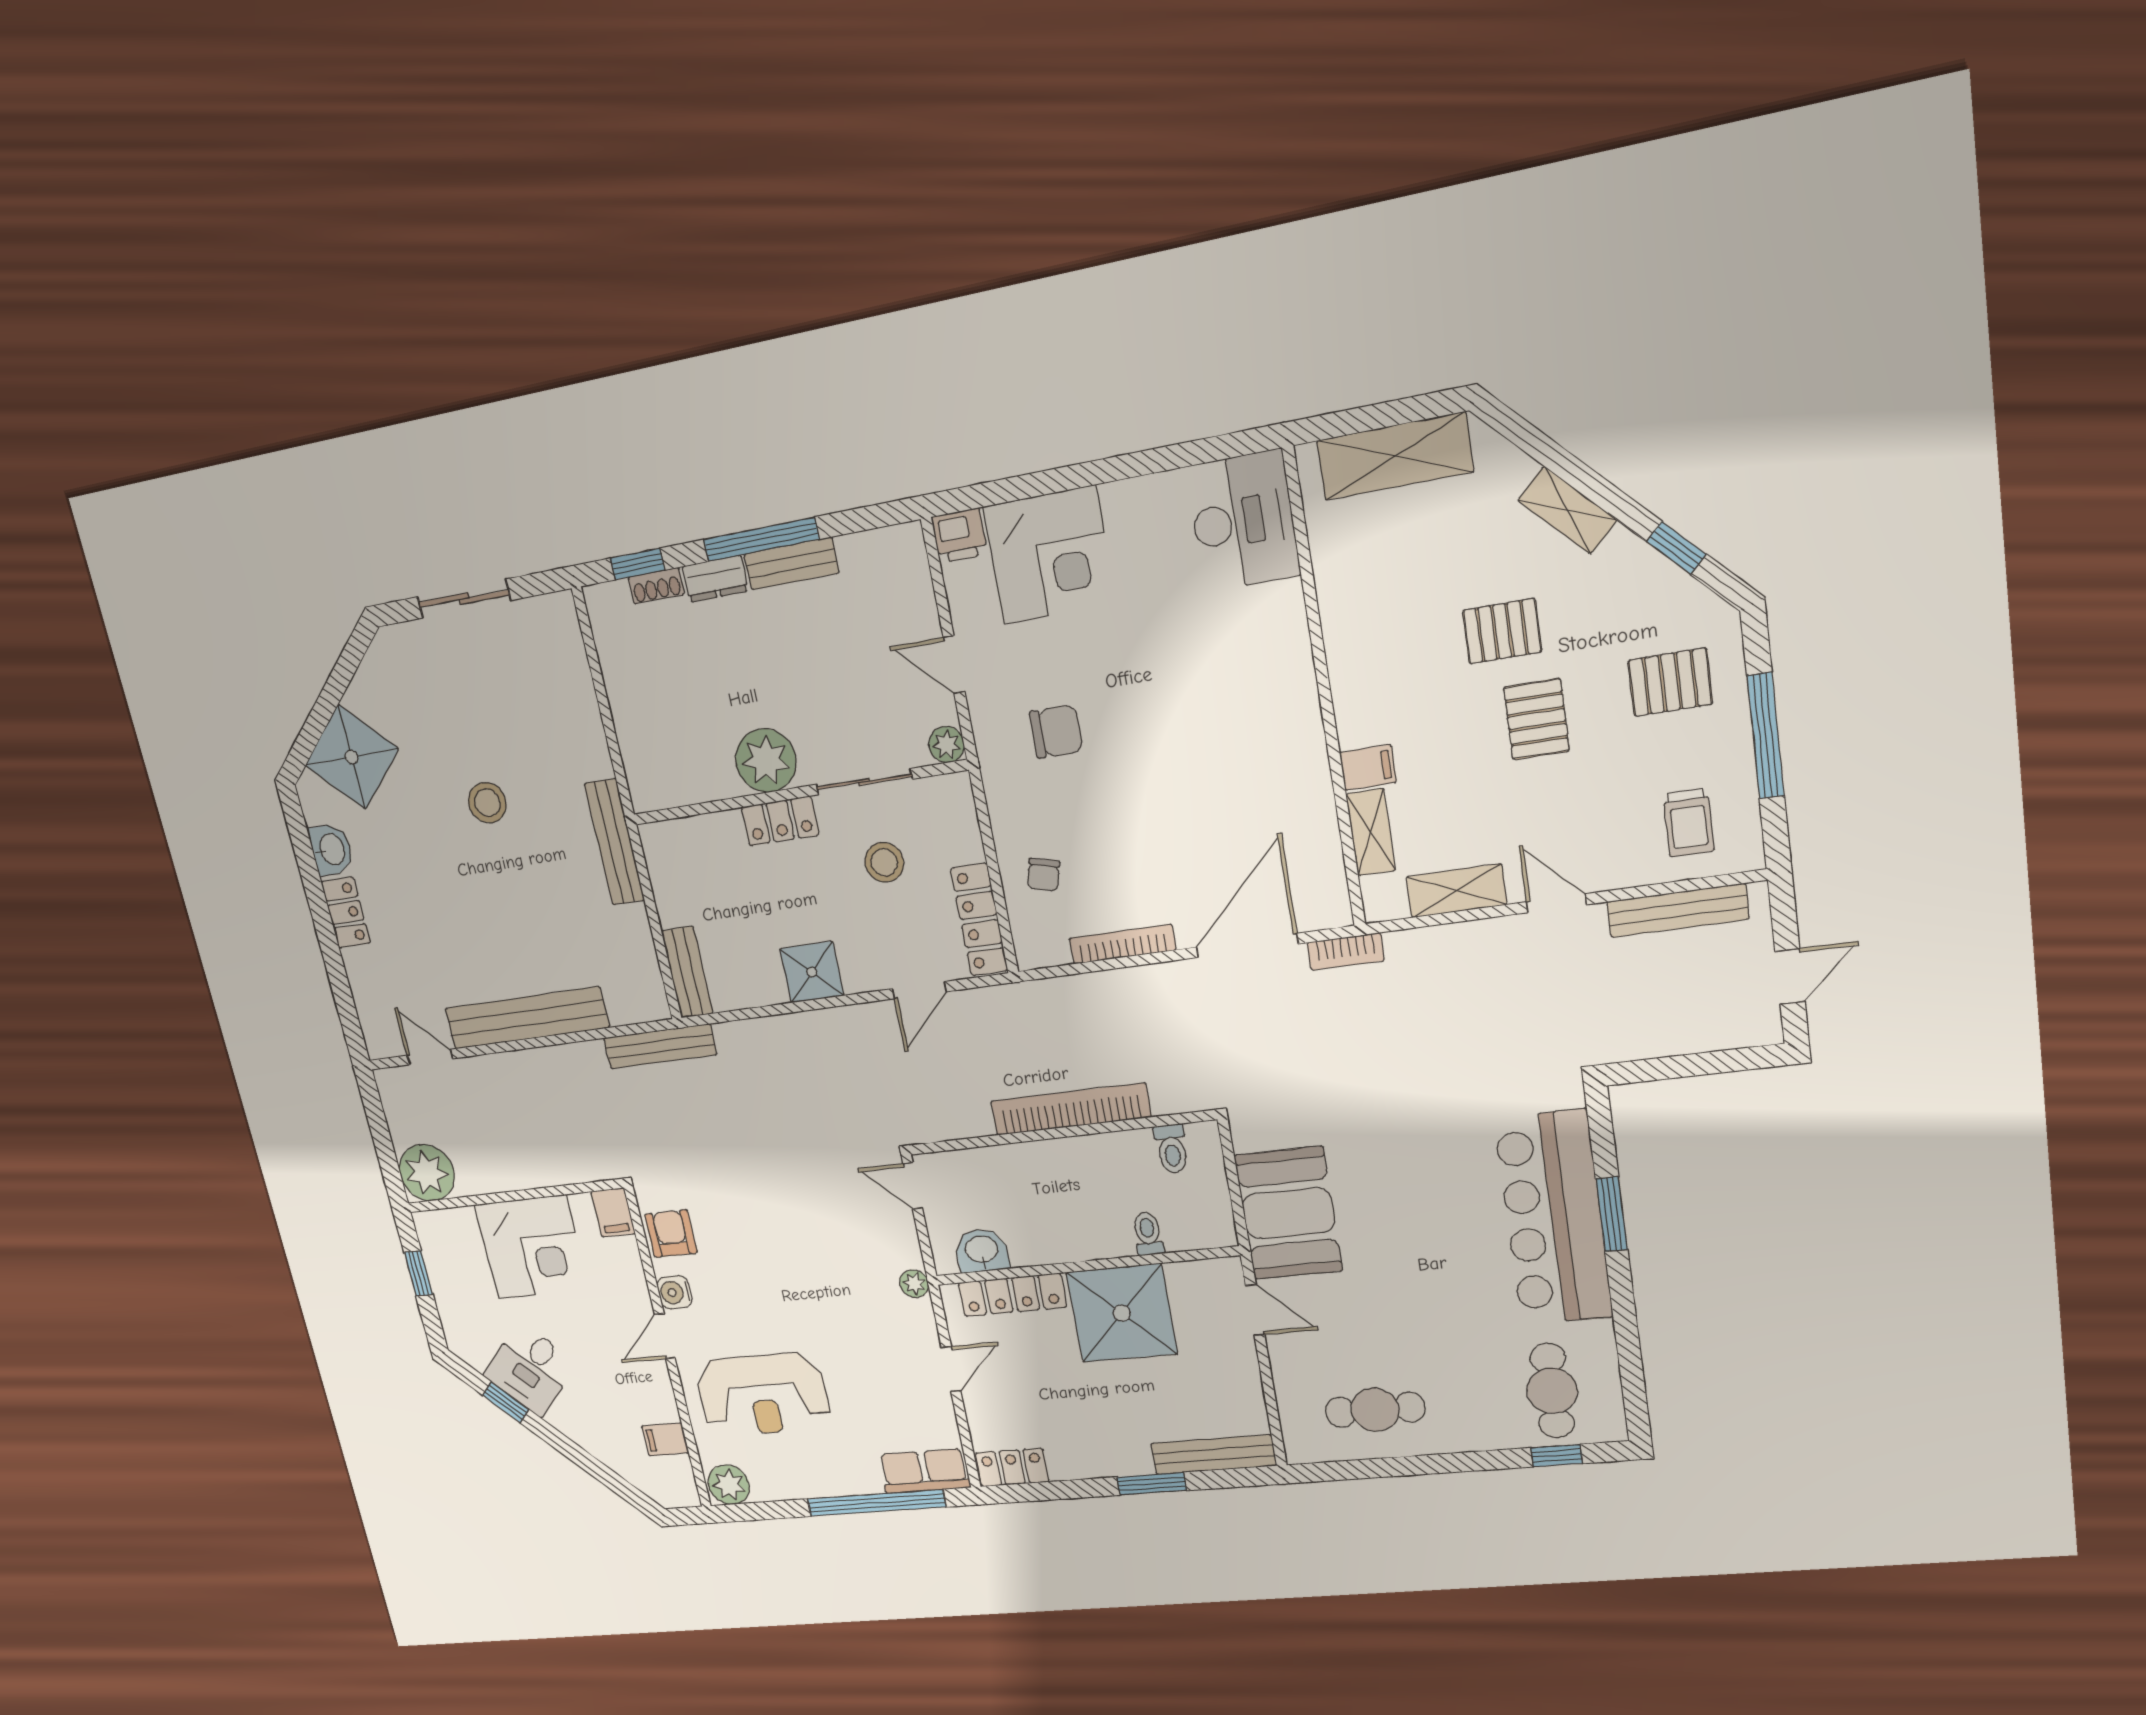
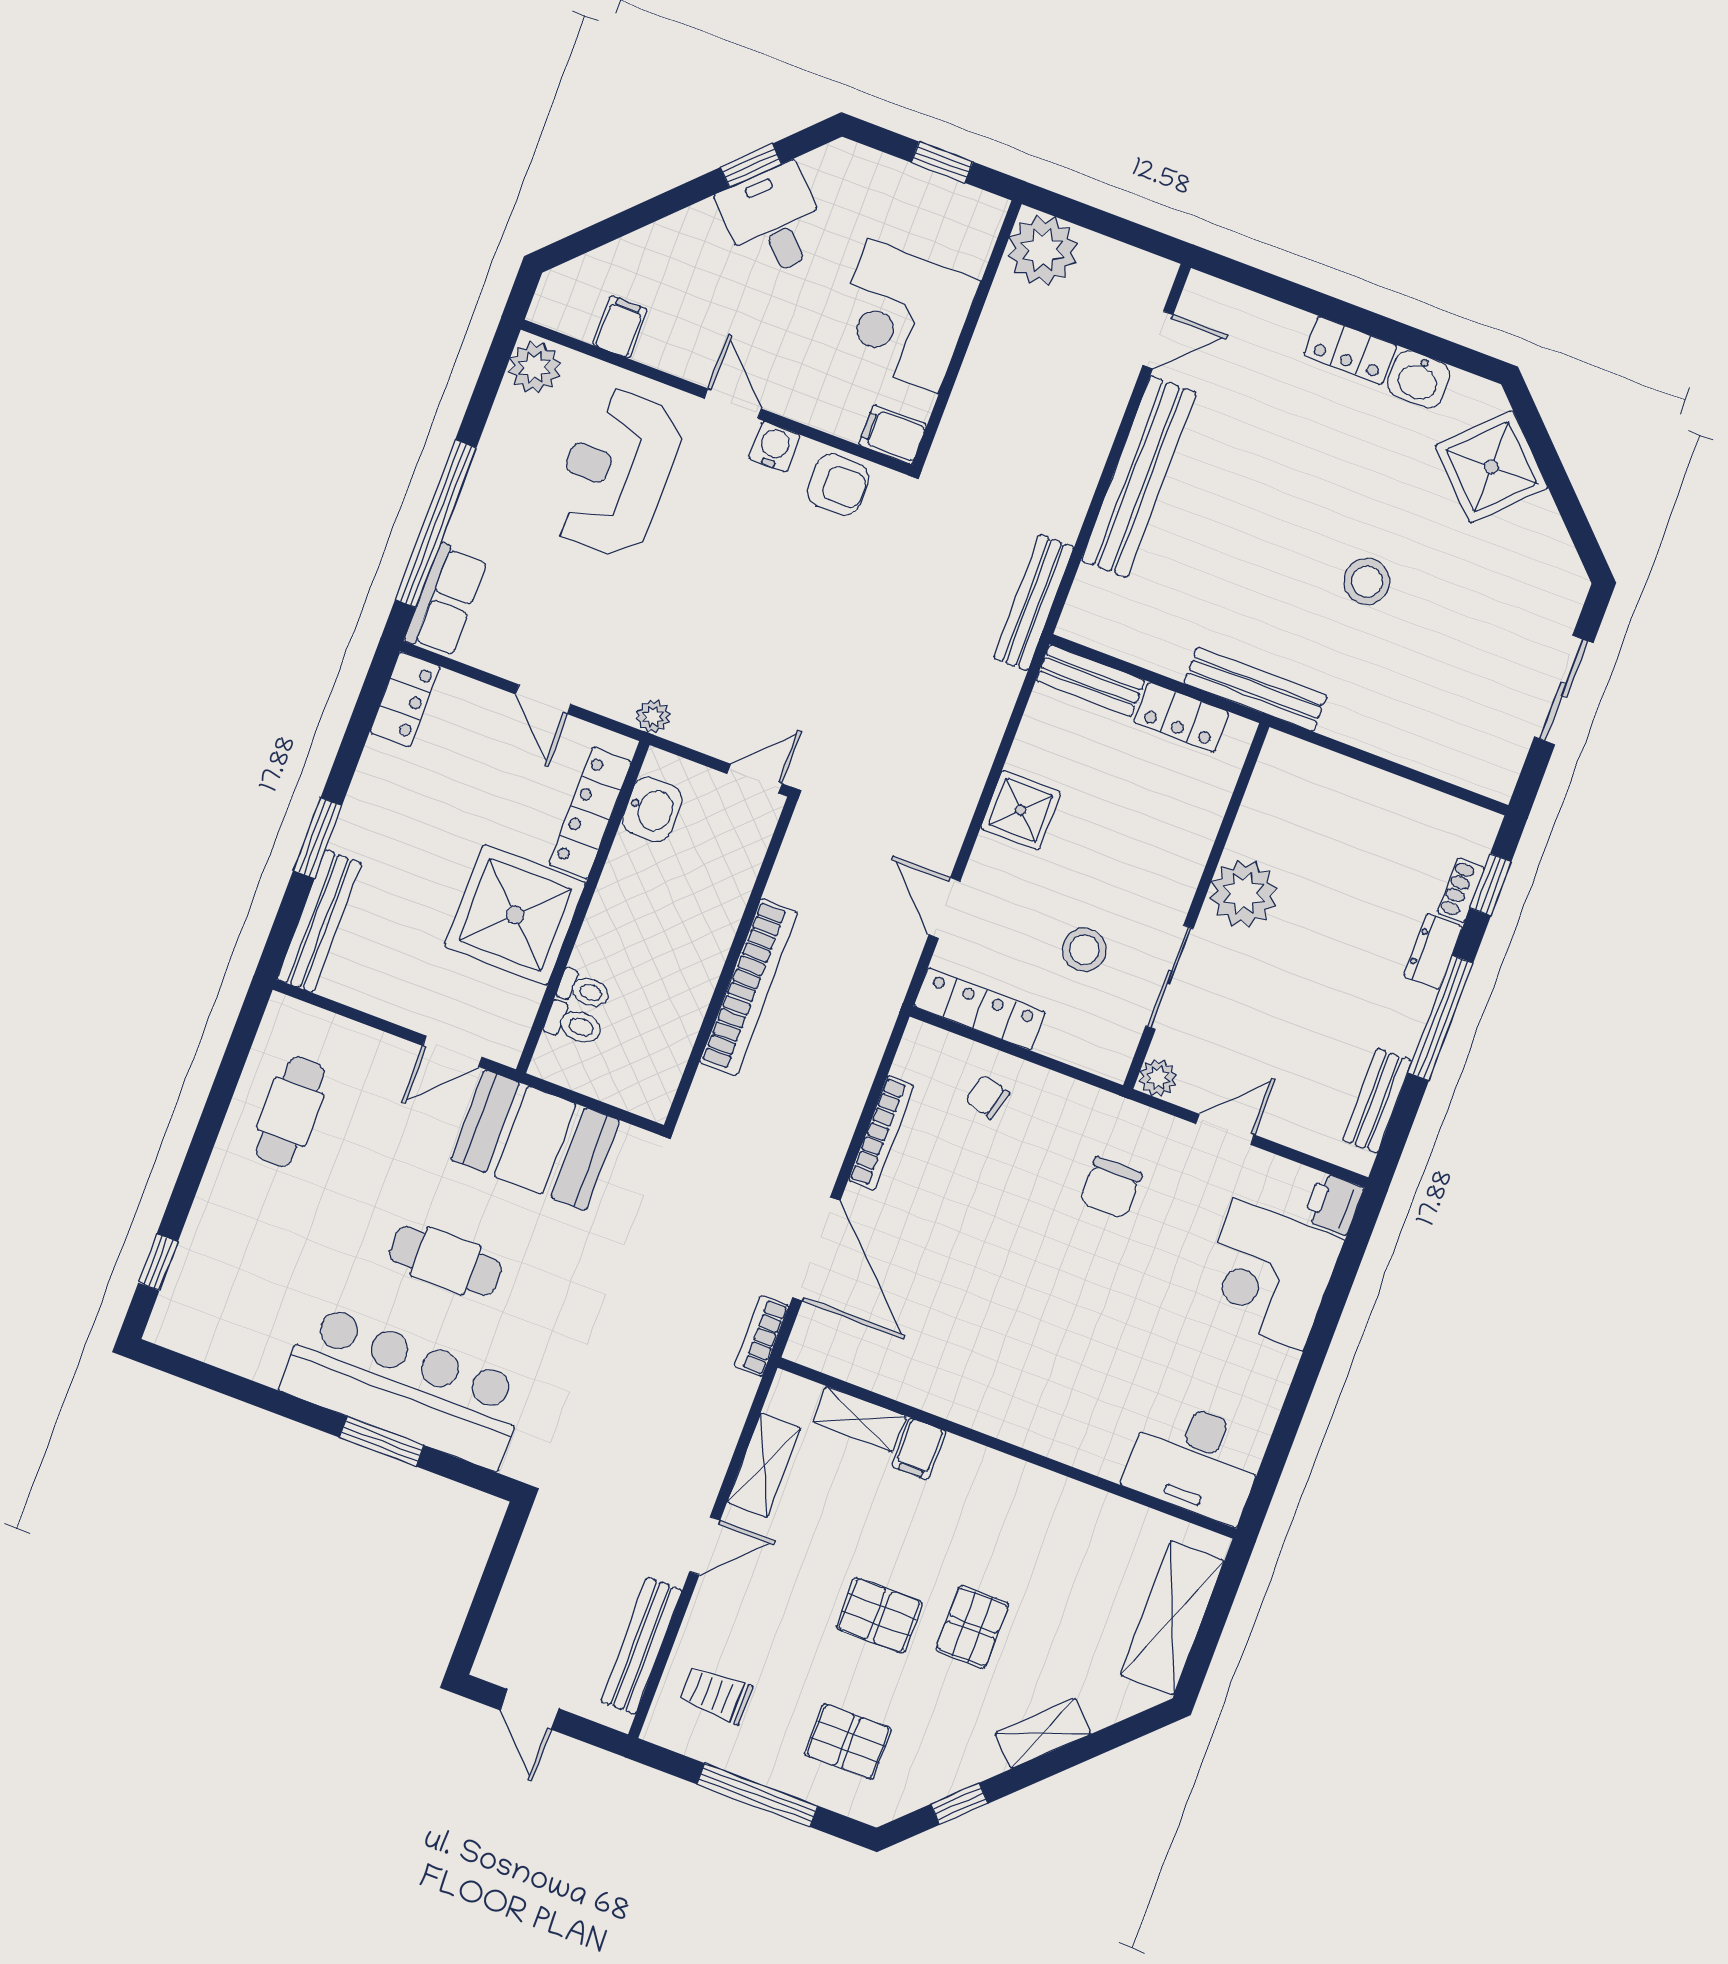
bench: (791, 564) -> (1377, 1101), moved
pallet: (1670, 682) -> (848, 1742), turned 90
locker: (780, 821) -> (1181, 717), moved, turned -90
toilet: (1172, 1149) -> (574, 1024), moved, turned 180
cafe table: (1552, 1391) -> (446, 1261), moved

